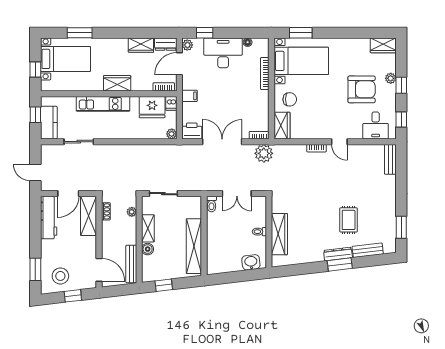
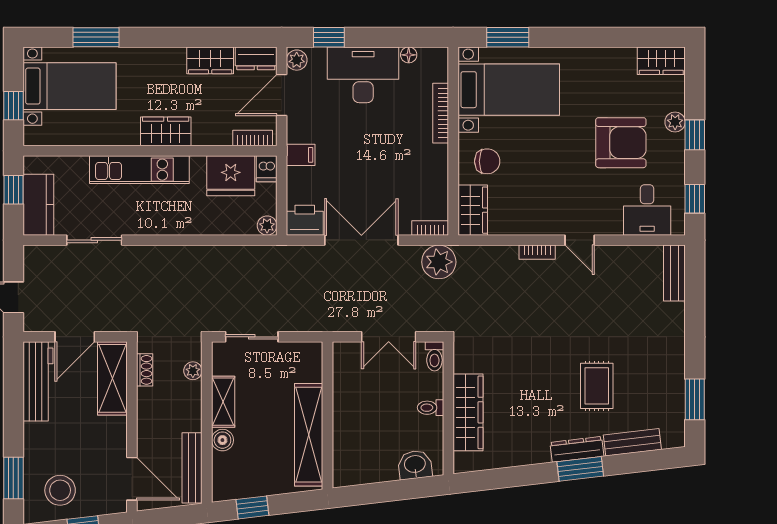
toilet: (211, 204) -> (434, 356), moved

